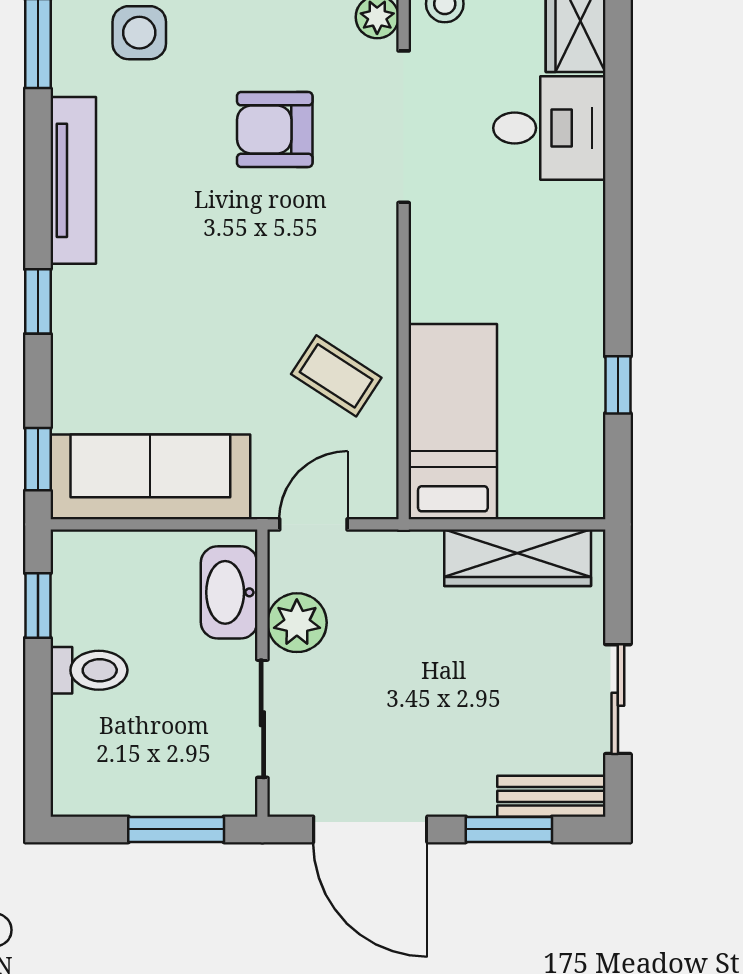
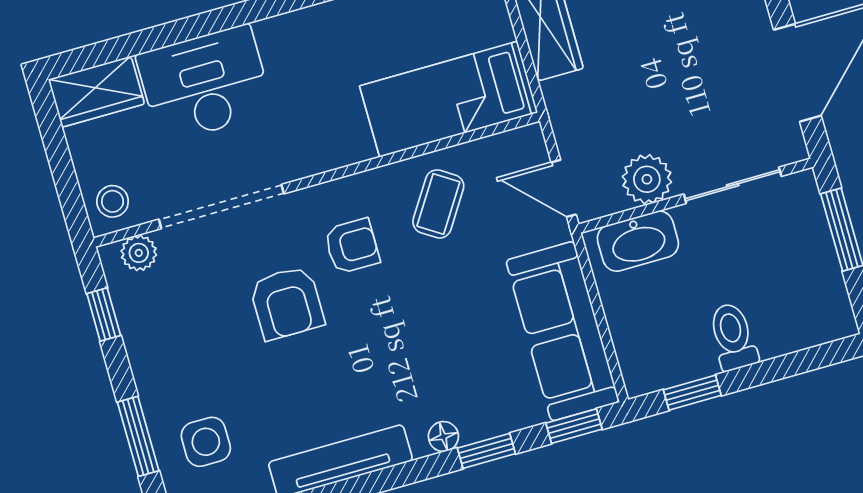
desk: (549, 128) -> (205, 84), width x1.37
armchair: (275, 130) -> (287, 303), moved
armchair: (316, 263) -> (352, 246), added
window: (38, 301) -> (486, 451), moved
floor lamp: (68, 306) -> (443, 437), added

